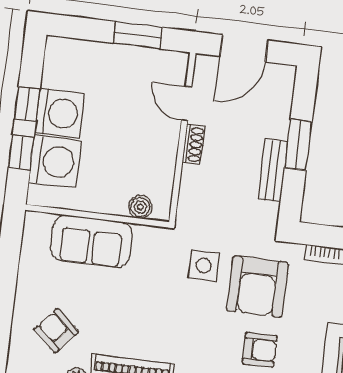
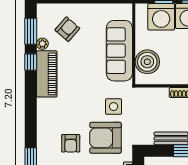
boiler: (140, 207) -> (147, 62), width x1.86, depth x1.86
sofa: (91, 241) -> (119, 51), width x1.36

